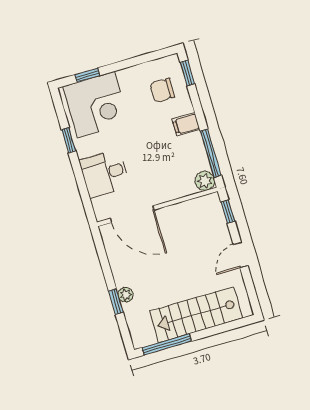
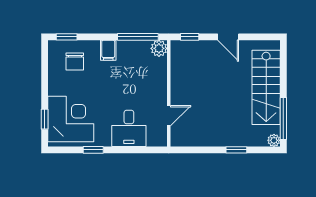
door: (132, 214) -> (169, 116), width x0.53
plant: (126, 295) -> (274, 140), moved

